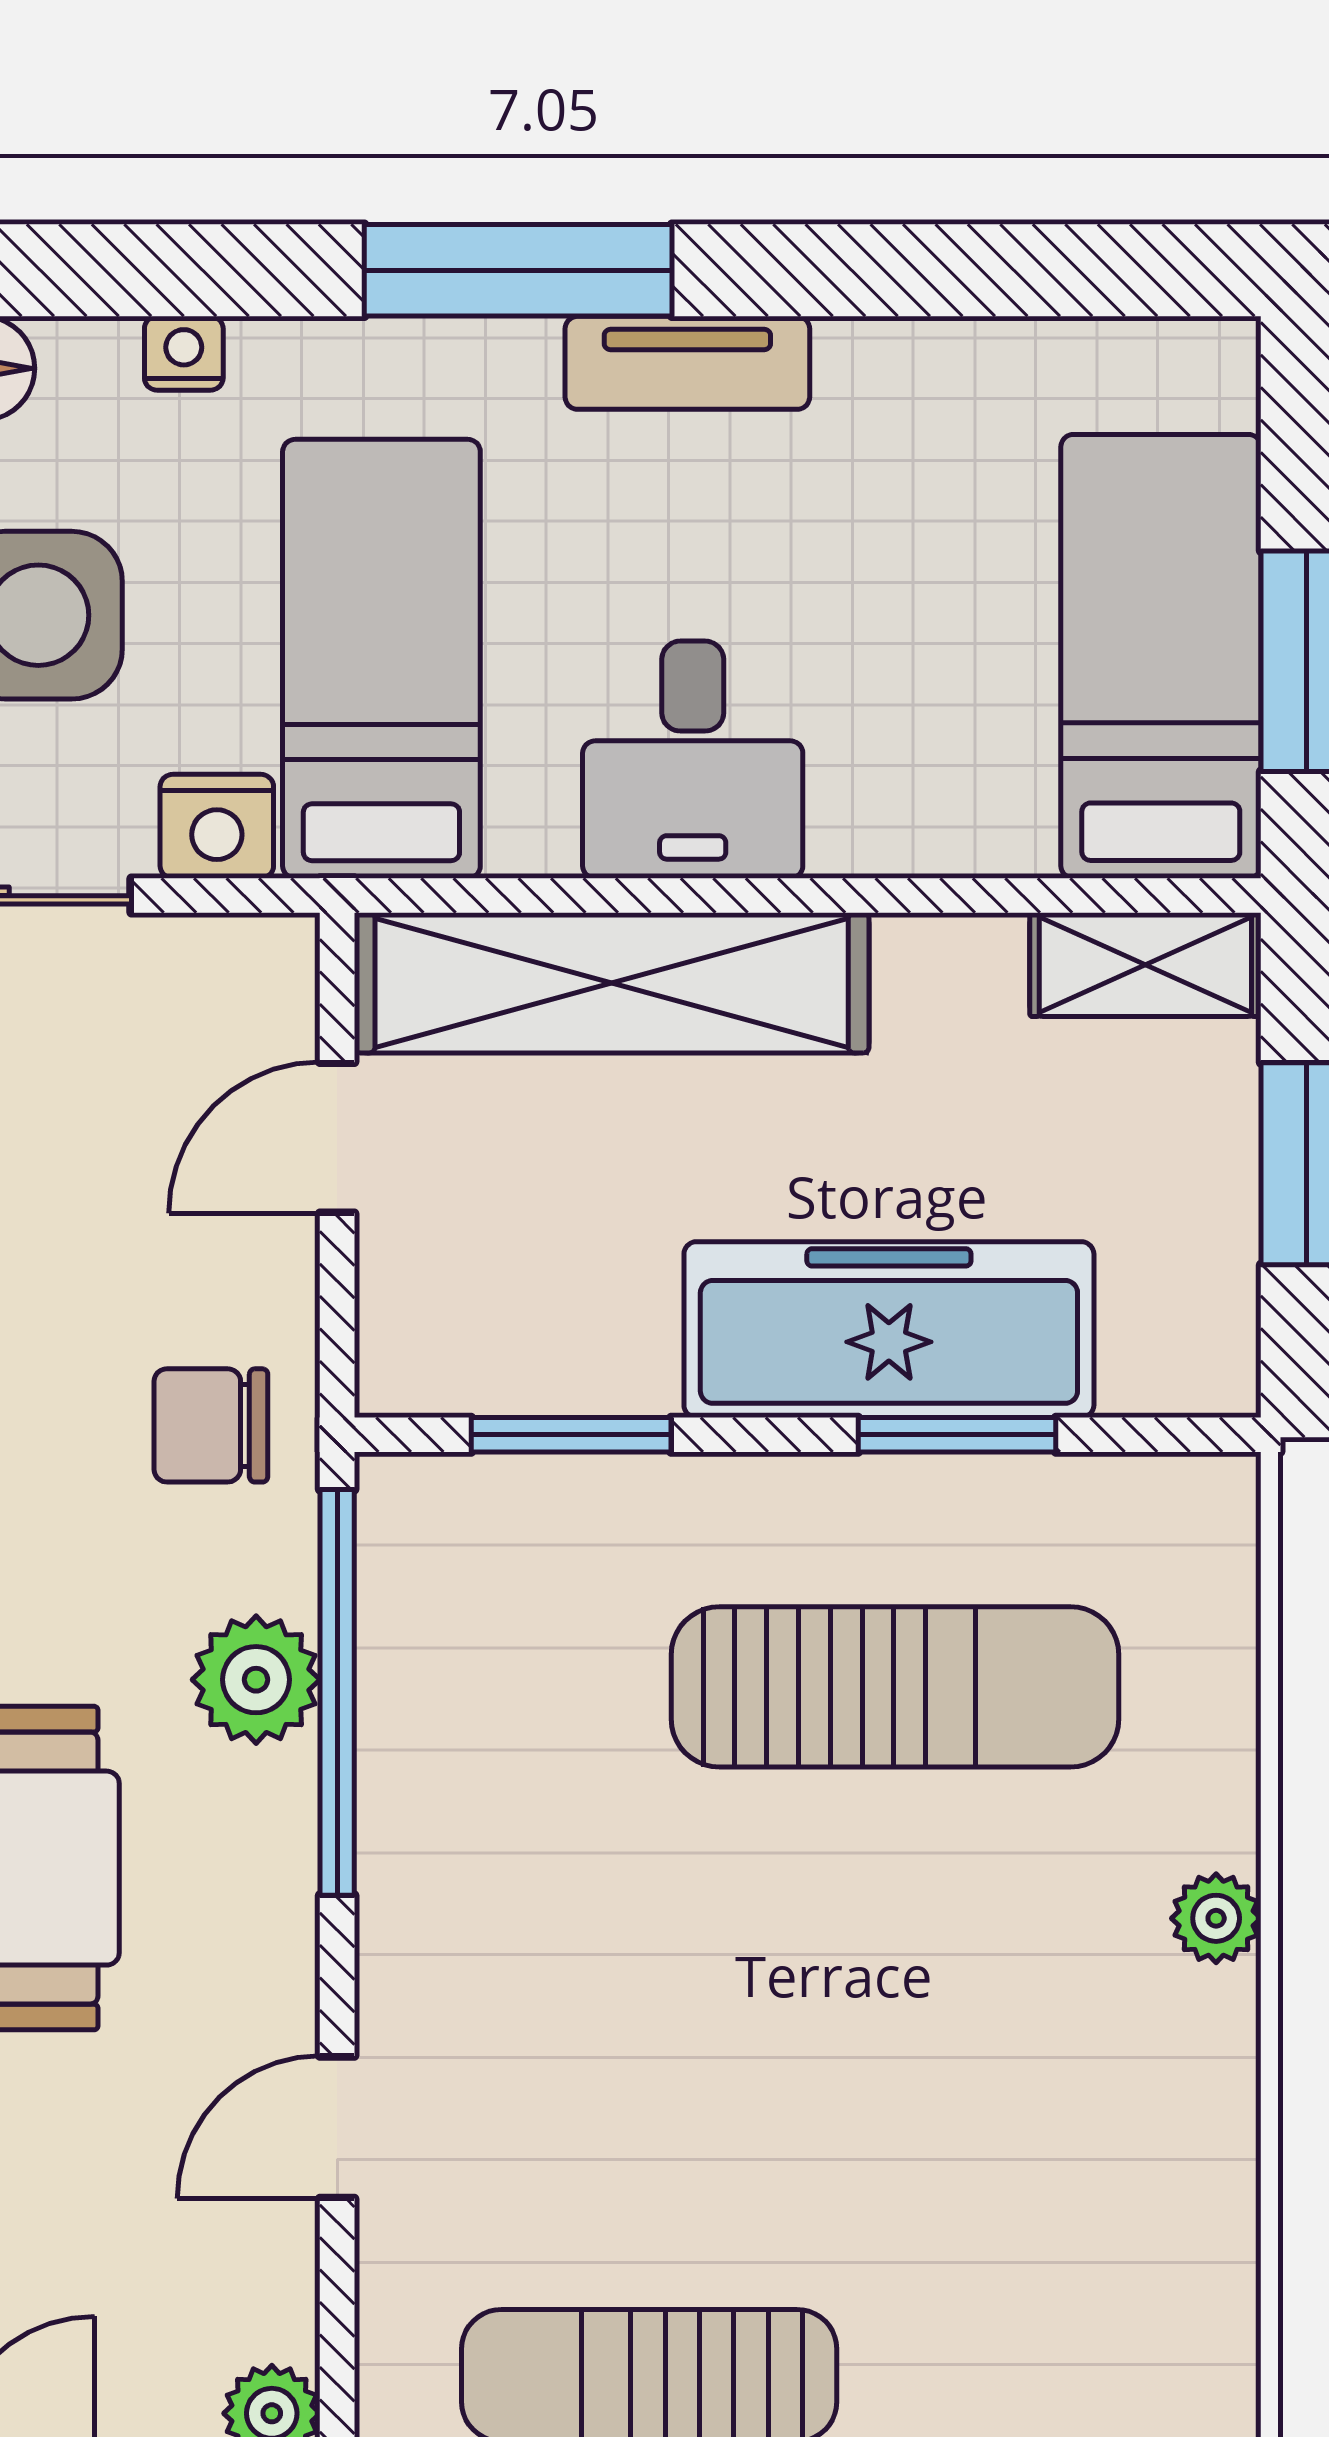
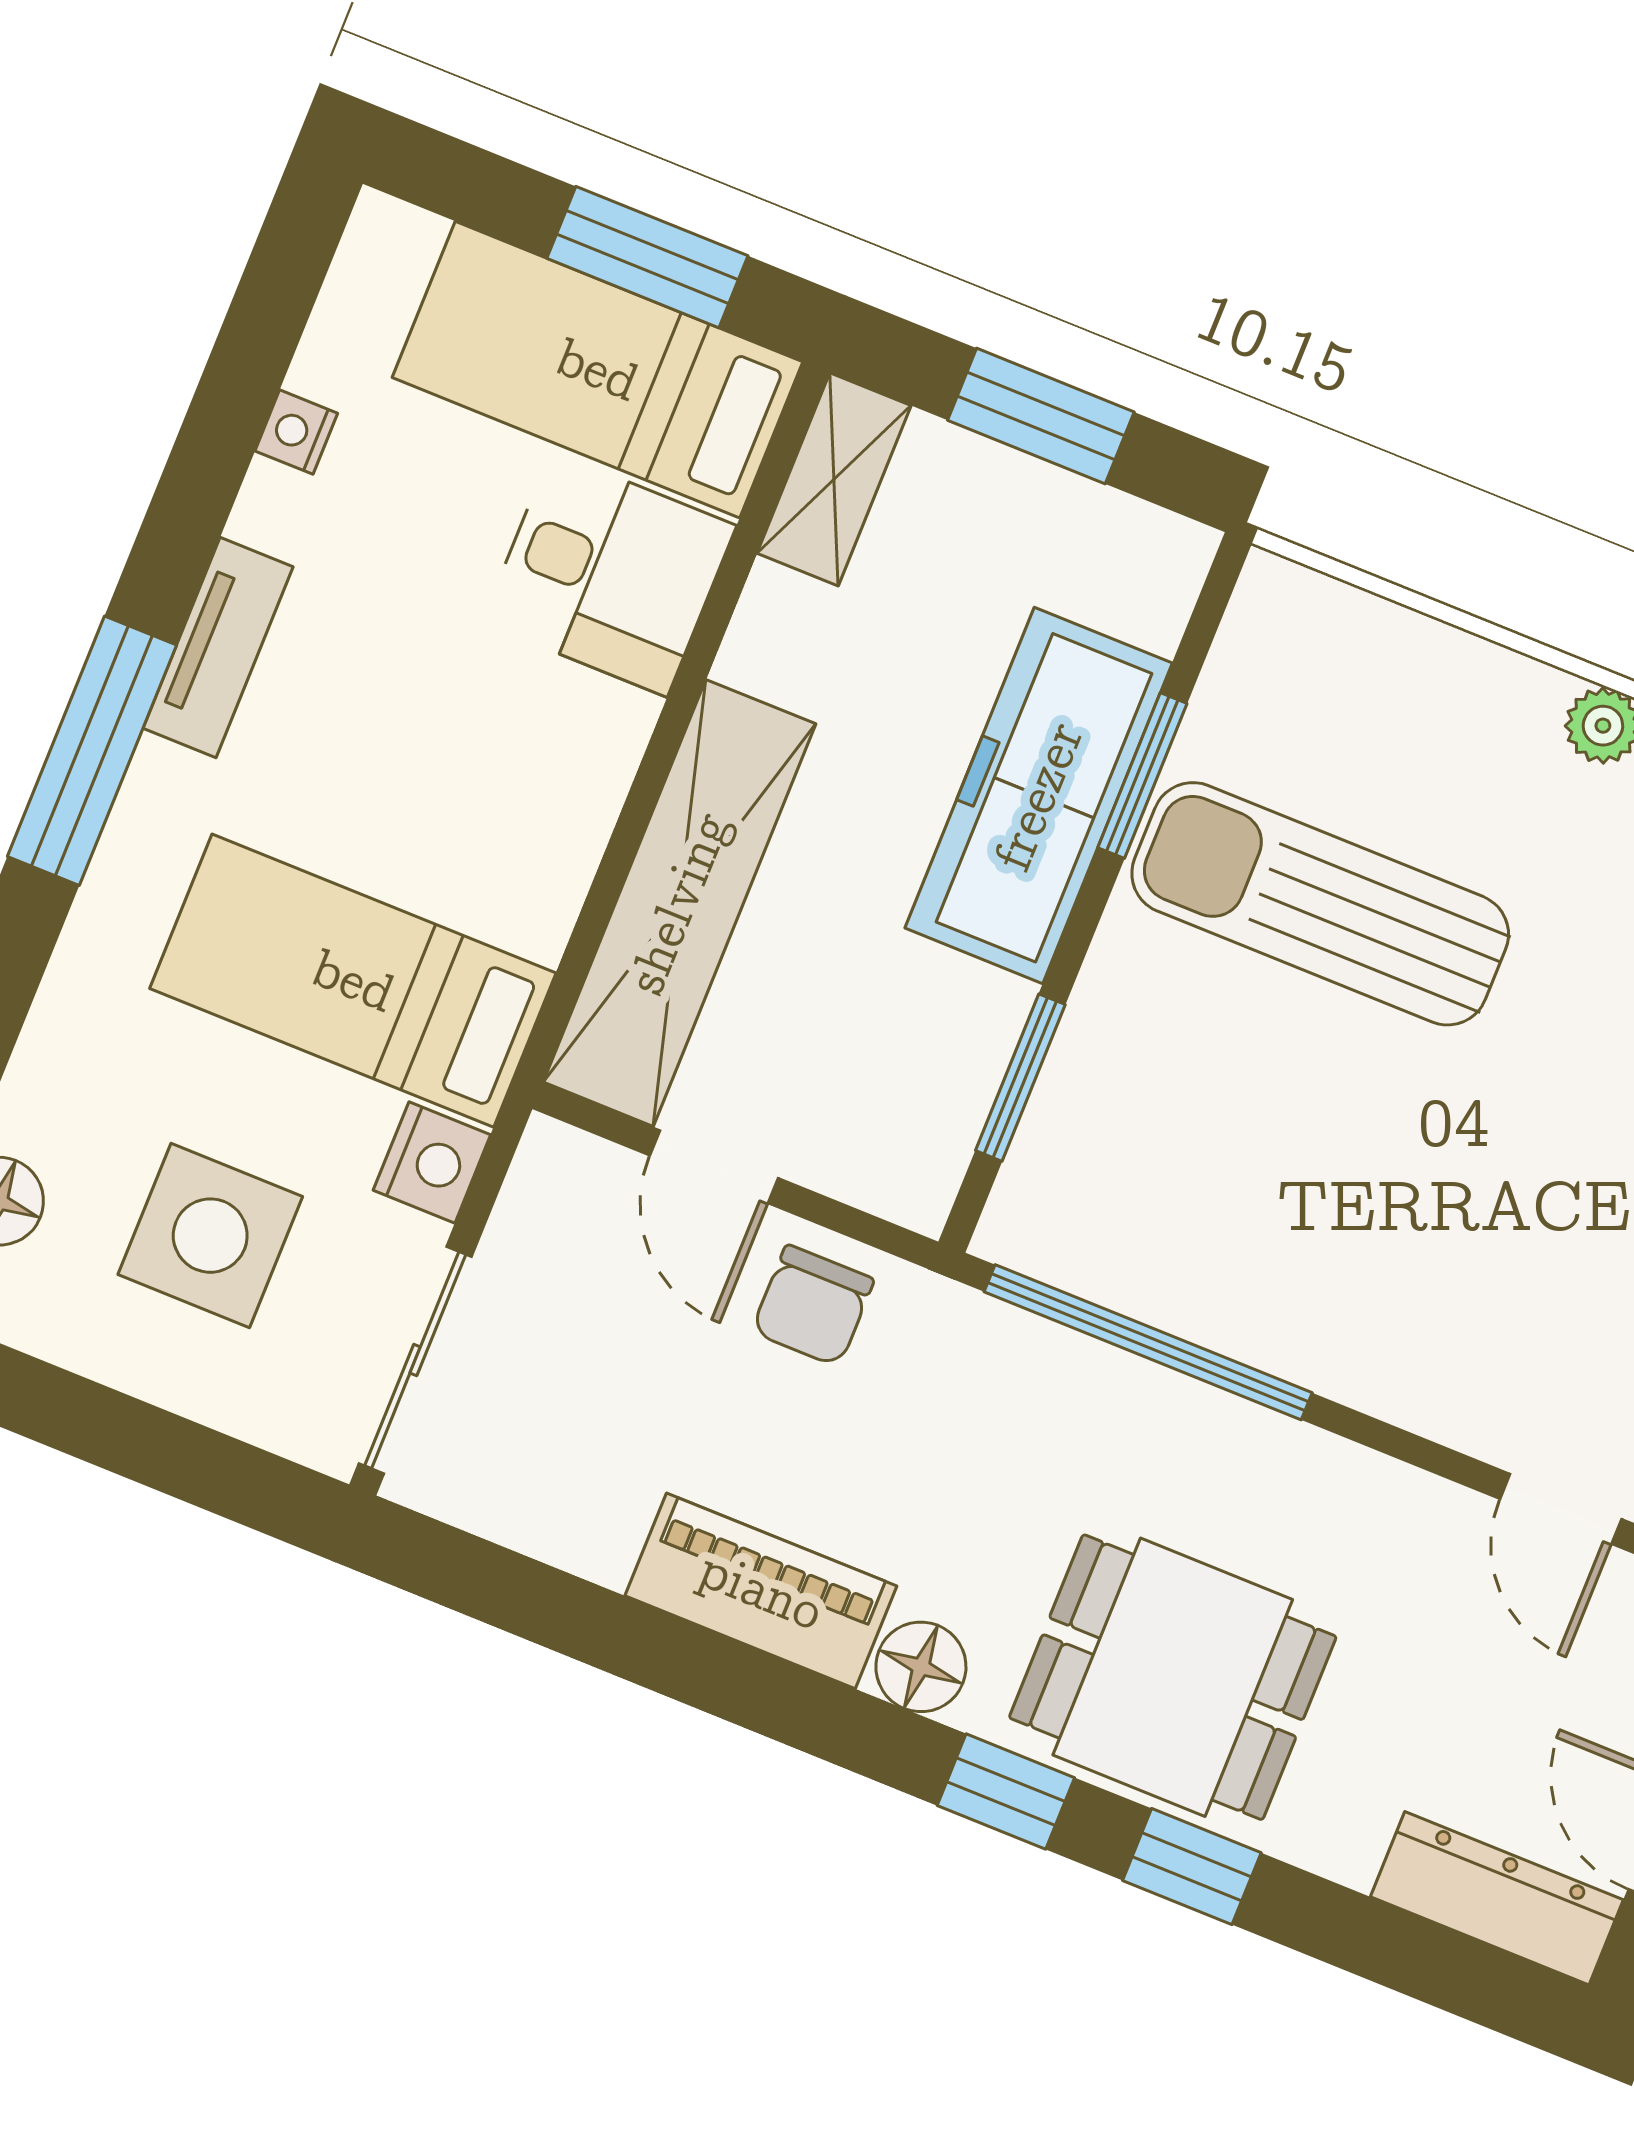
nightstand: (184, 353) -> (296, 432), moved
desk: (693, 760) -> (609, 574), moved
chair: (211, 1425) -> (813, 1306), moved
plant: (256, 1680) -> (1112, 1402), removed
sun lounger: (895, 1687) -> (1320, 904), turned -90
door: (337, 2127) -> (1561, 1509), moved

